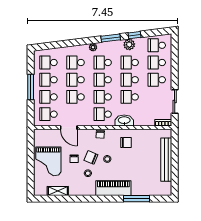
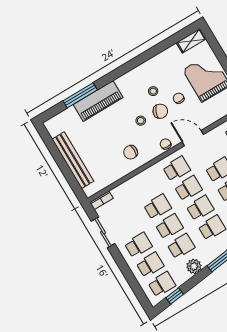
window: (135, 35) -> (175, 296), moved
washbasin: (124, 120) -> (148, 176), removed
door: (69, 128) -> (193, 138), moved
piano: (113, 188) -> (98, 101), moved
shelving: (58, 191) -> (191, 41), moved

